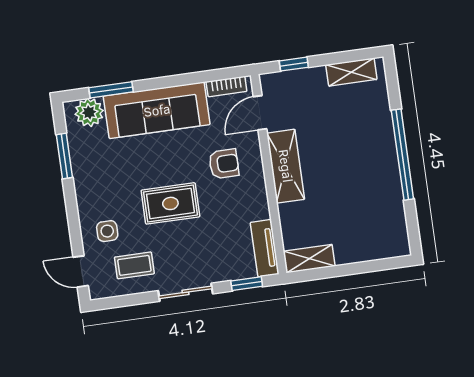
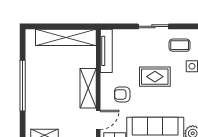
tv unit: (265, 248) -> (106, 51), width x1.41
shelving: (309, 259) -> (66, 37), width x2.20, depth x1.33
window: (247, 284) -> (119, 26), removed

